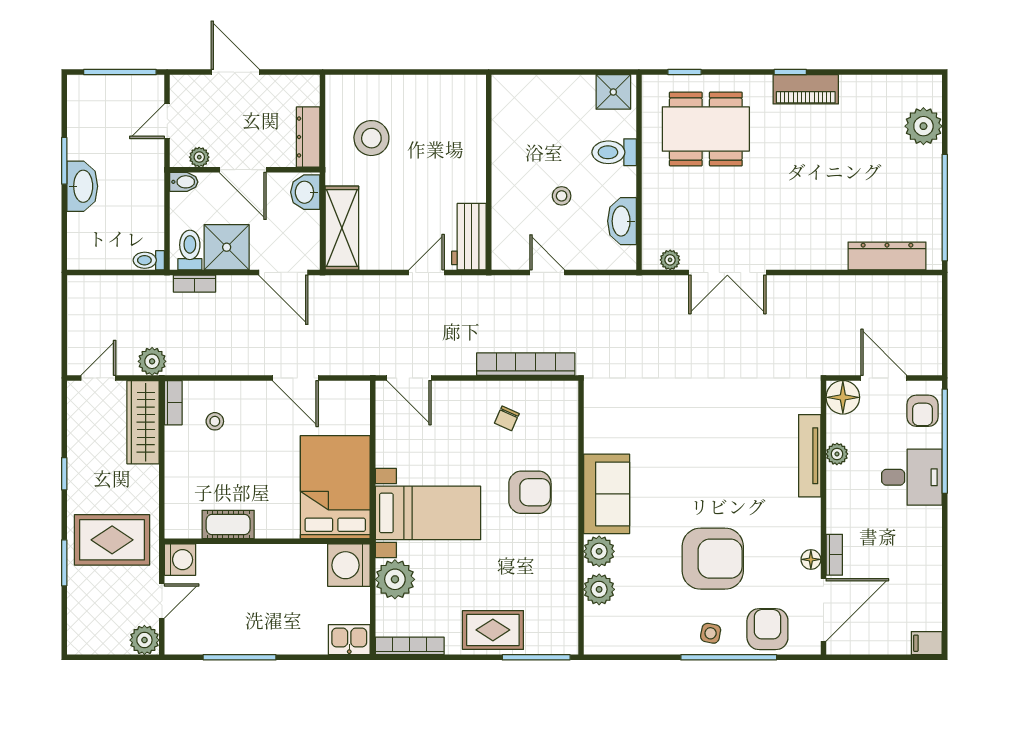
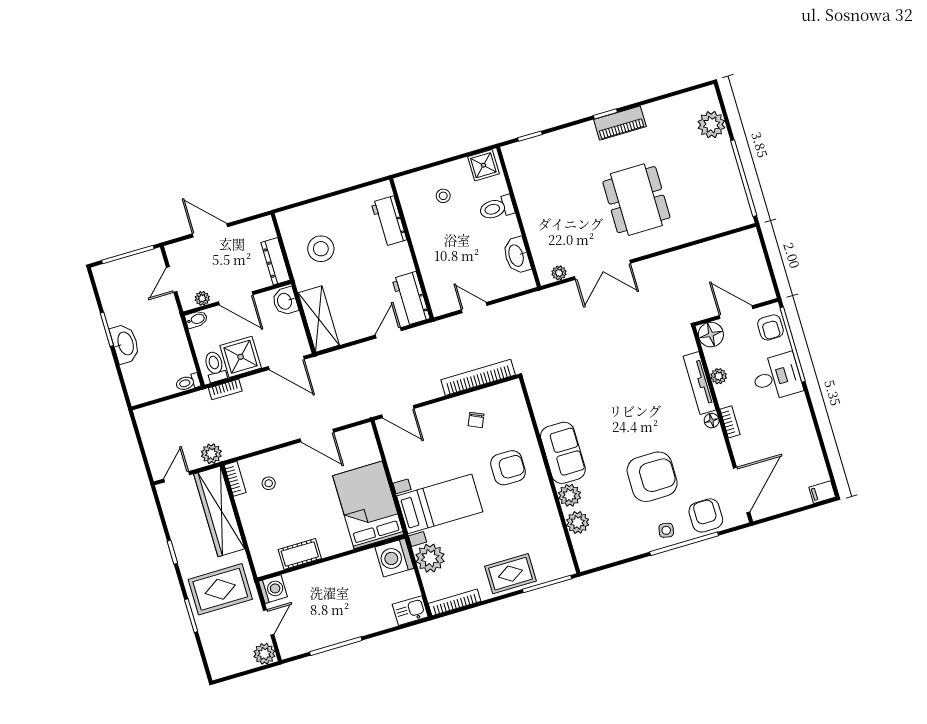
workbench: (470, 128) -> (389, 221), added
dining table: (706, 129) -> (636, 200), moved, turned 90
stool: (562, 196) -> (443, 196), moved
dresser: (887, 256) -> (713, 225), removed
wardrobe: (143, 422) -> (219, 511), width x1.40, depth x1.17
bookcase: (834, 555) -> (730, 422), moved
floor lamp: (811, 559) -> (712, 421), moved

